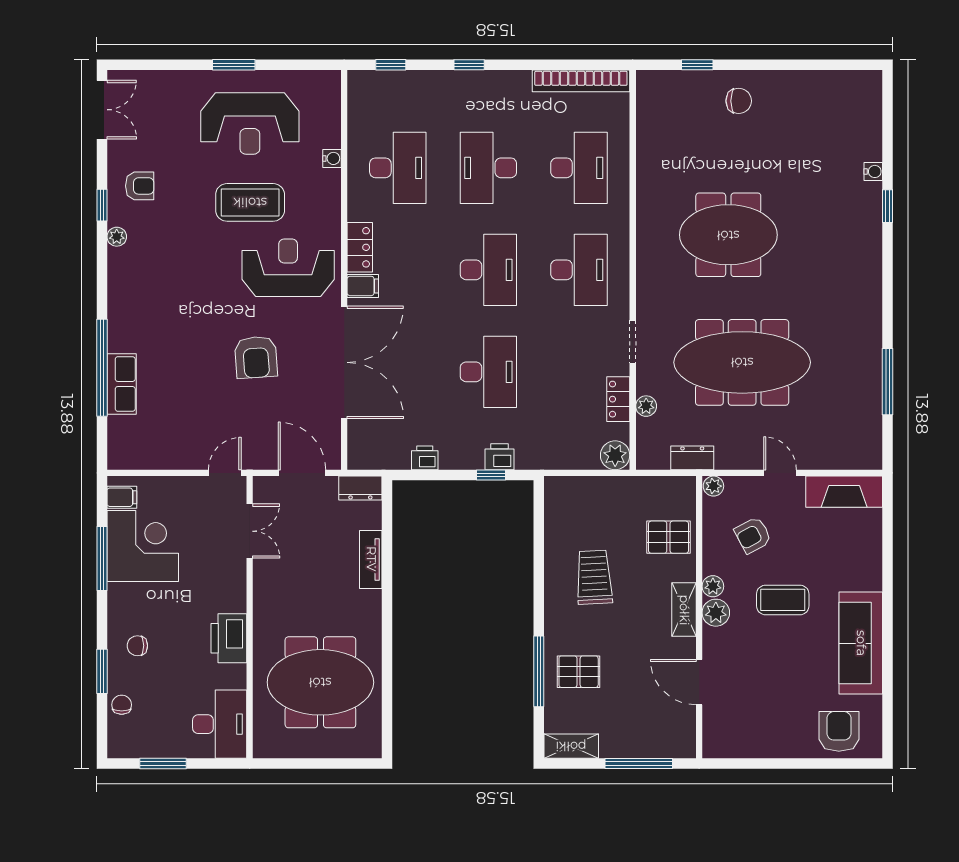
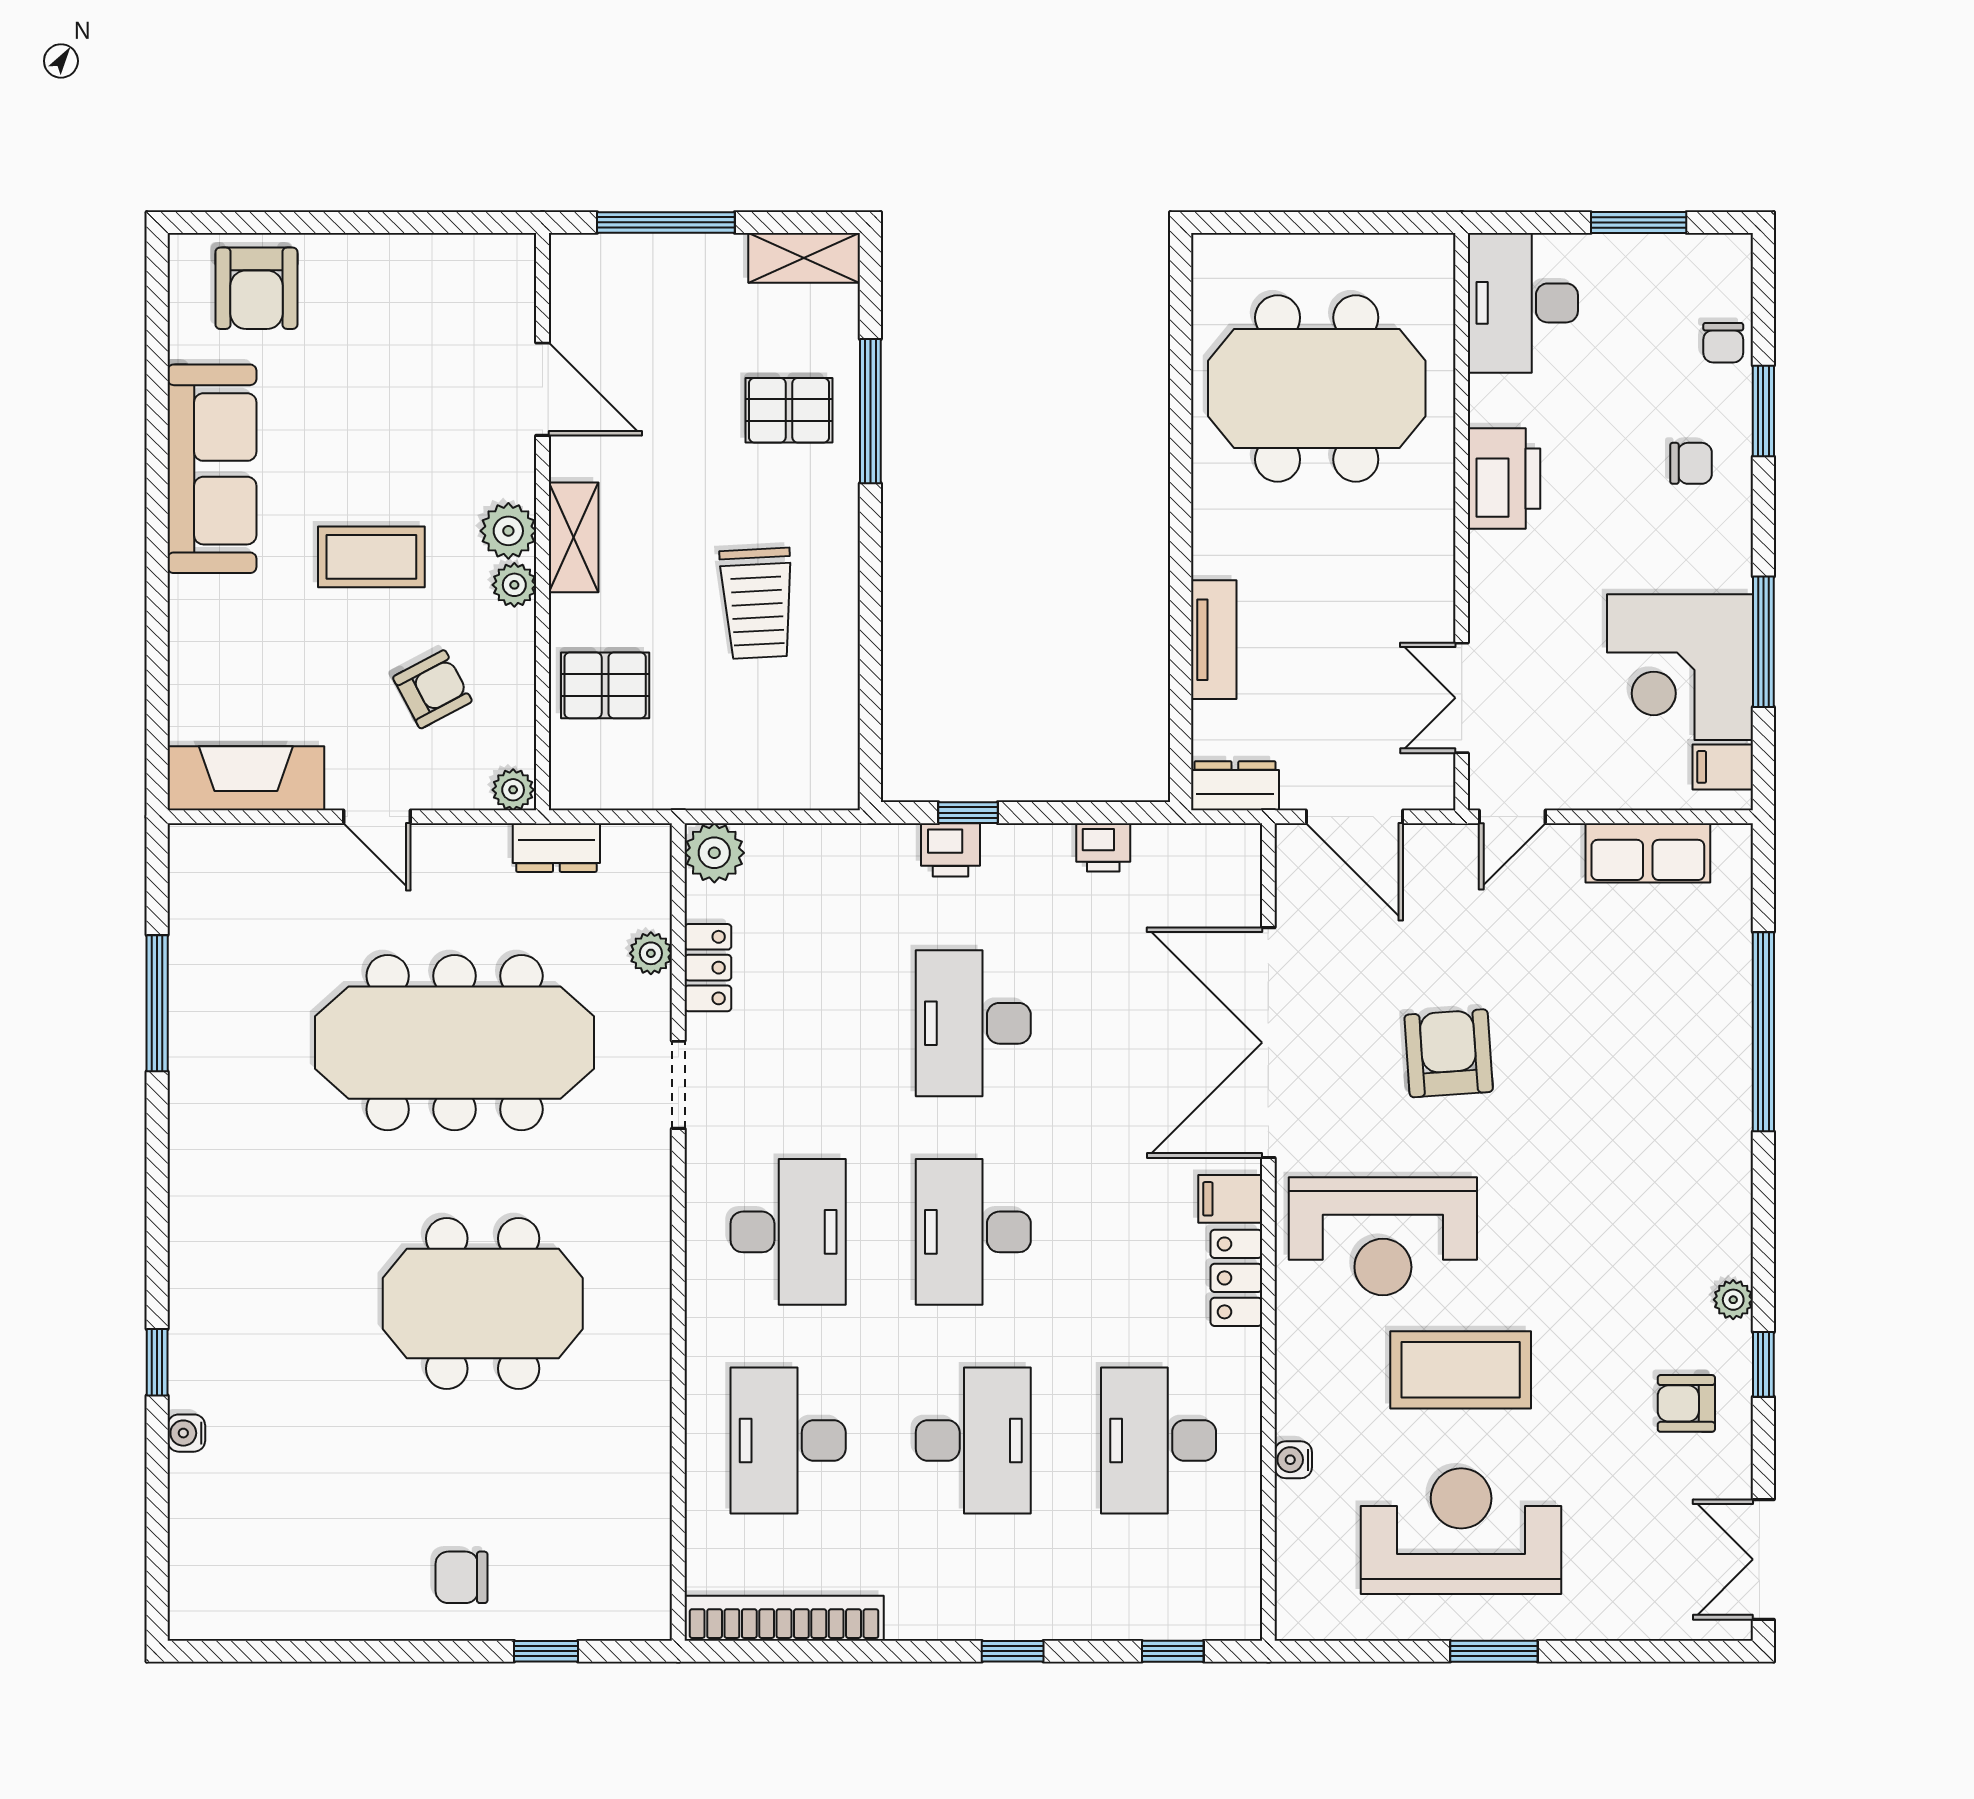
desk: (579, 270) -> (788, 1232), turned 180
row of seats: (122, 384) -> (1648, 853), moved, turned -90

